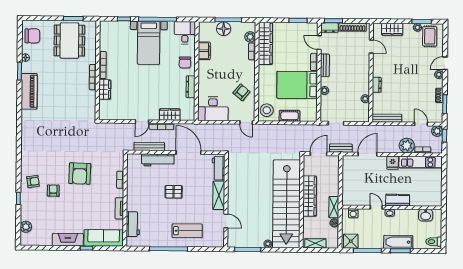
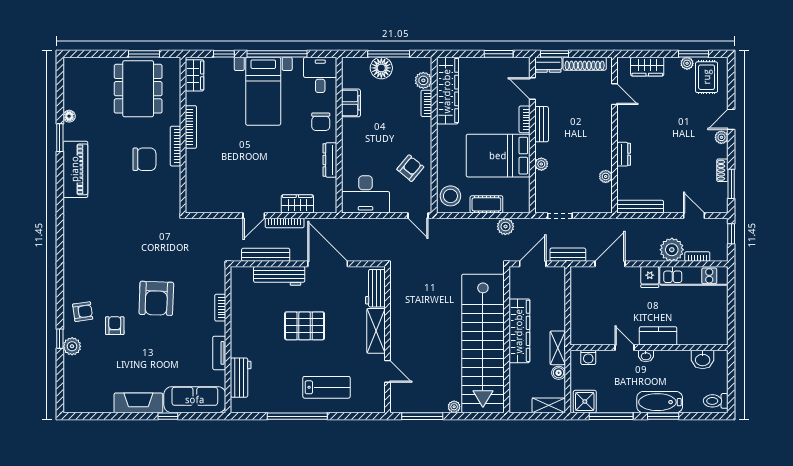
chair: (32, 36) -> (144, 159), moved
wardrobe: (105, 89) -> (195, 75), moved
plant: (437, 131) -> (505, 226), moved
pallet: (174, 192) -> (305, 326), width x1.50, depth x1.42
plant: (26, 227) -> (72, 346), moved
shelving: (315, 243) -> (549, 405), moved

